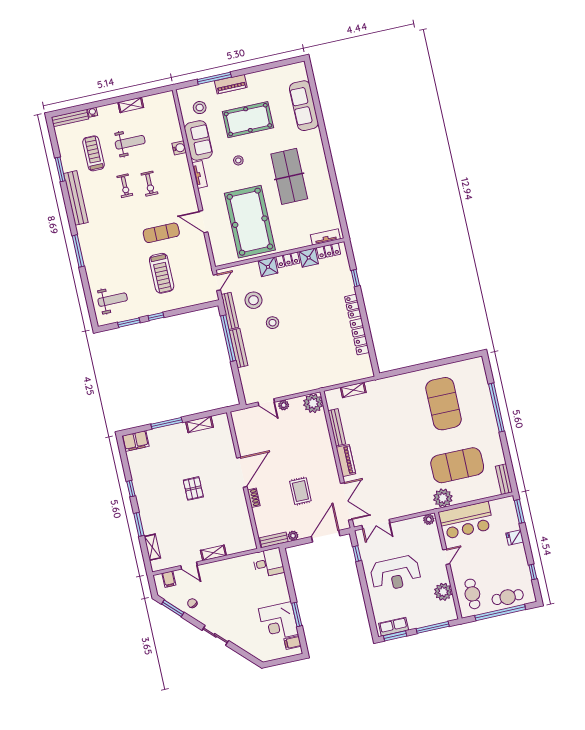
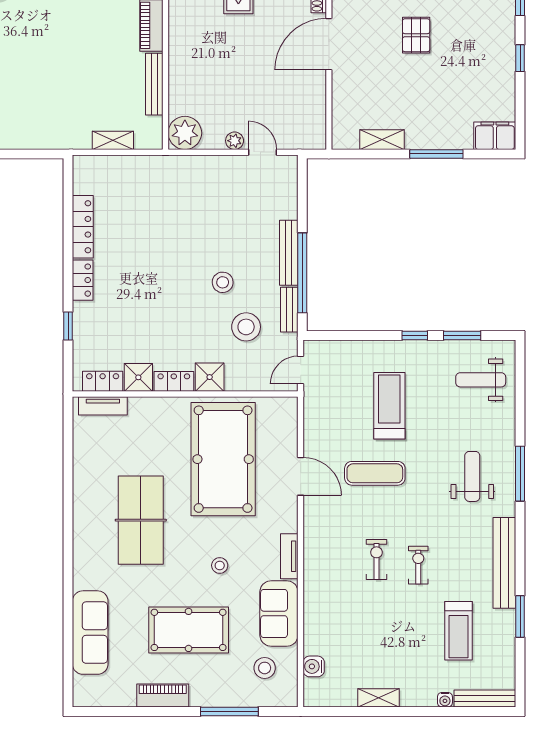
piano: (231, 84) -> (163, 695), moved
weight bench: (130, 142) -> (472, 476), moved, turned 90
water cooler: (179, 148) -> (314, 666), moved
bench: (230, 311) -> (289, 310), width x0.73

